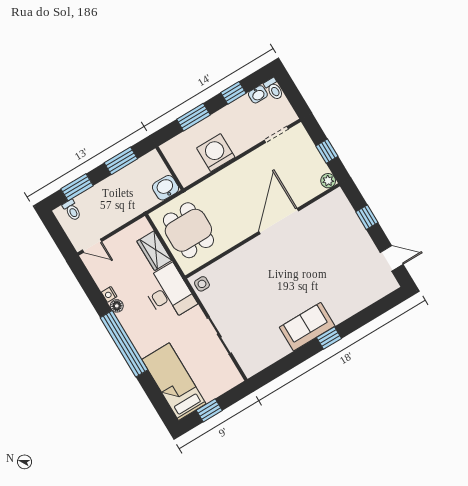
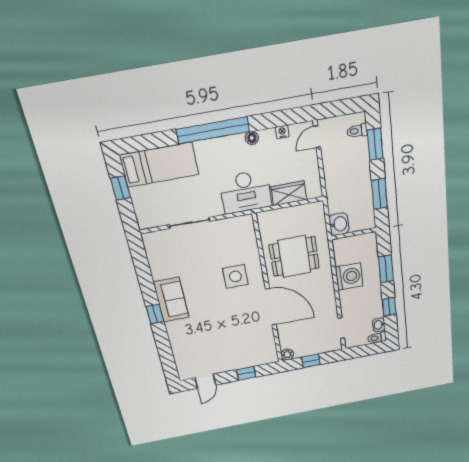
dining table: (188, 230) -> (294, 257), moved
side table: (202, 284) -> (235, 276), moved, width x1.87, depth x1.87
nightstand: (109, 294) -> (282, 132), moved

